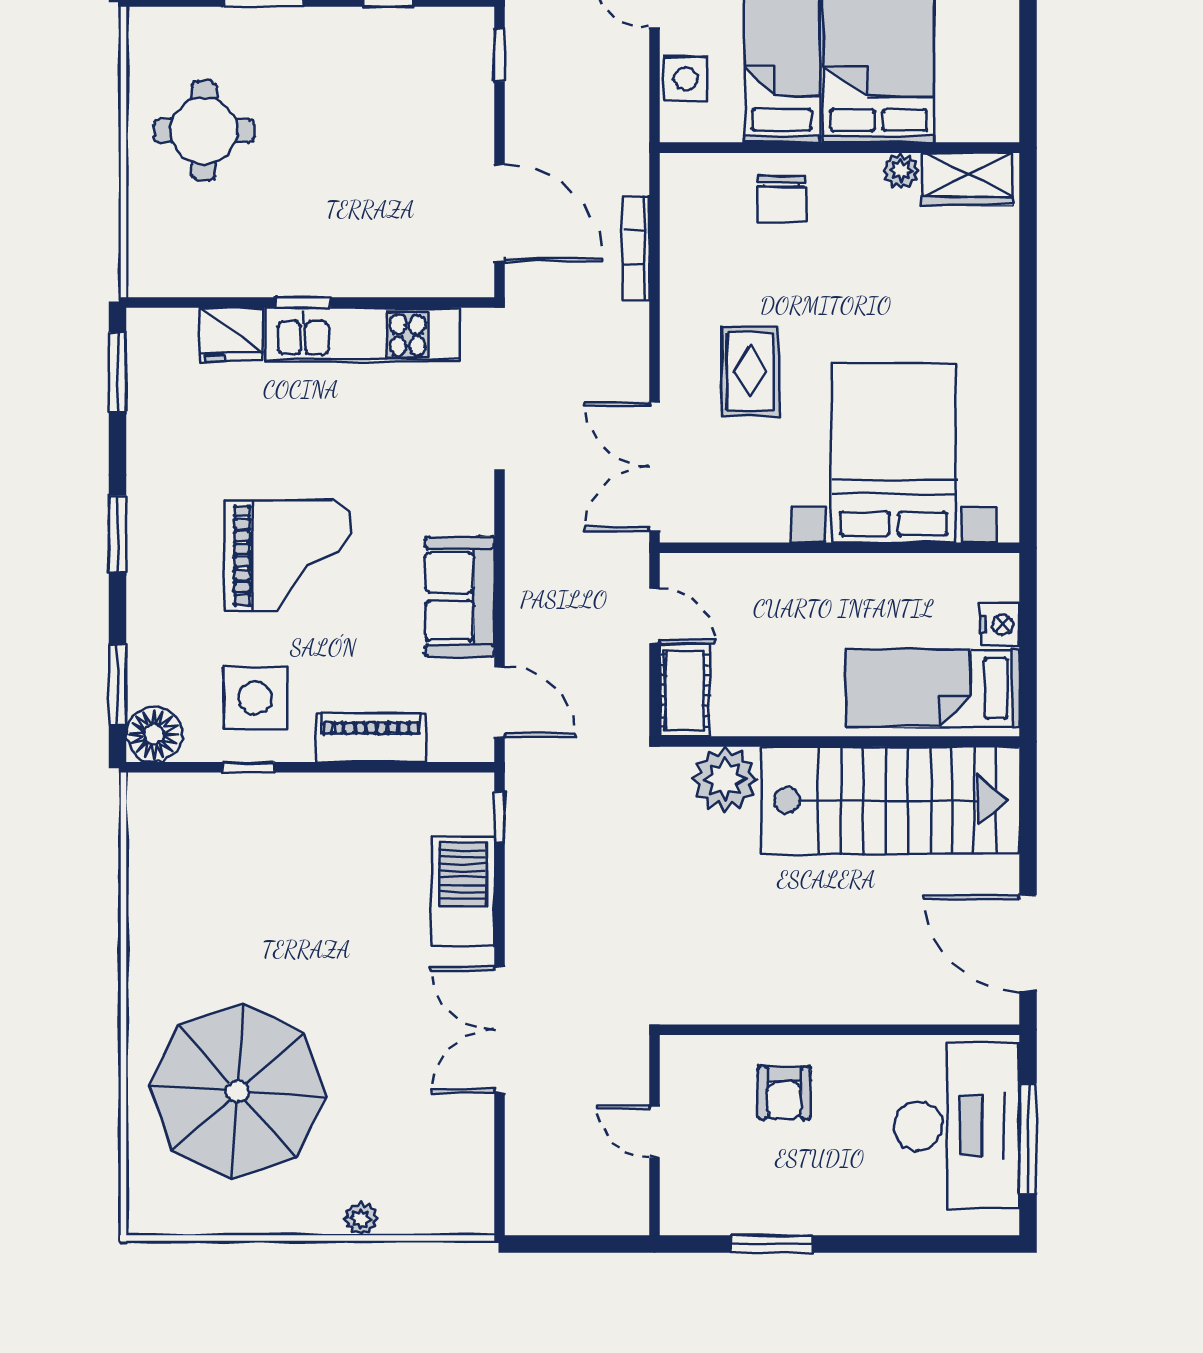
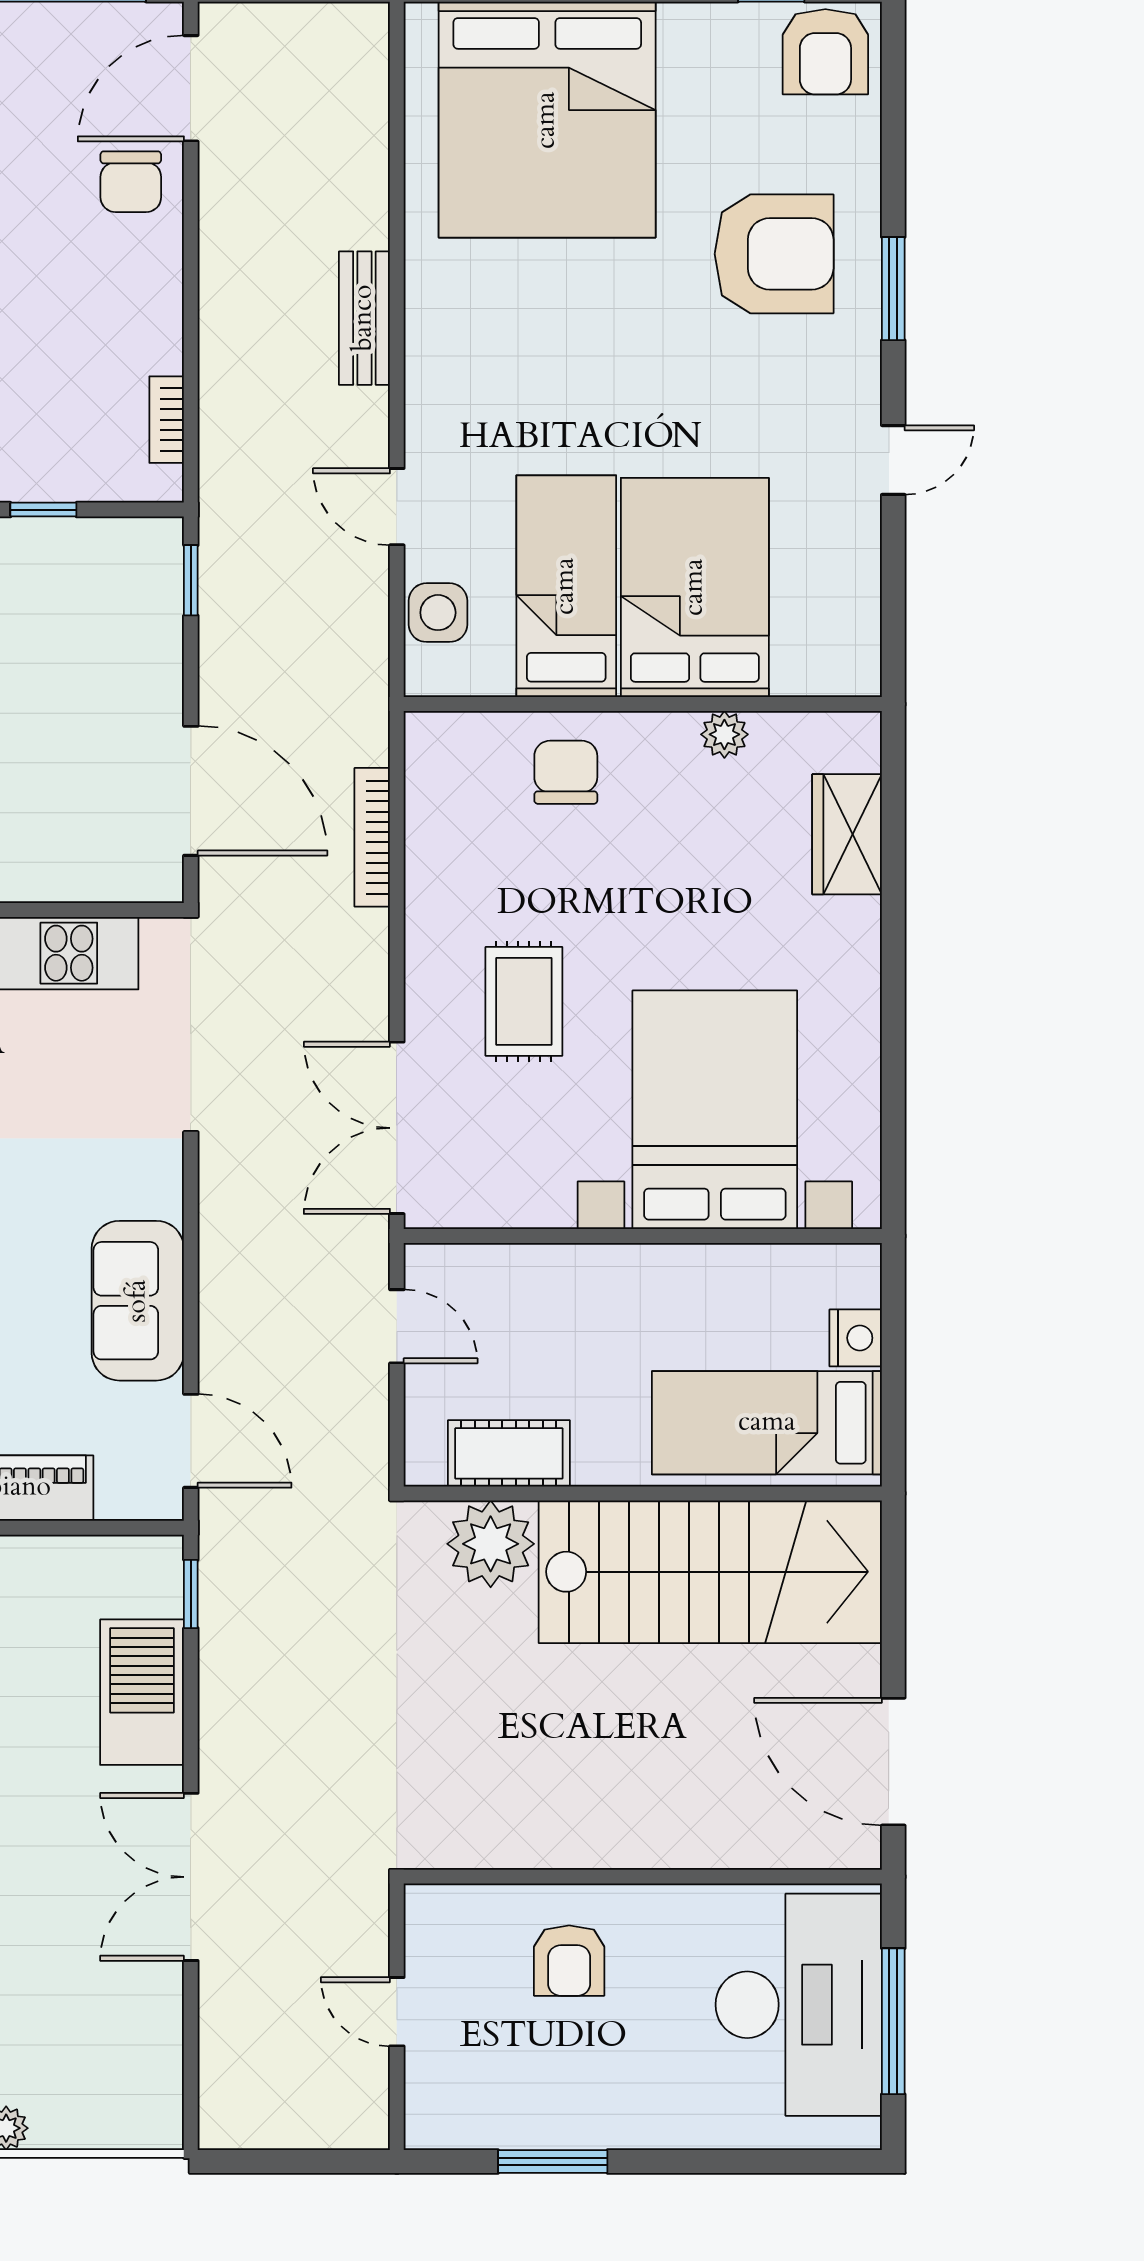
wardrobe: (967, 179) -> (847, 834), moved, turned 90
chair: (782, 199) -> (566, 772), turned 180
cot: (685, 690) -> (509, 1453), moved, turned 90

